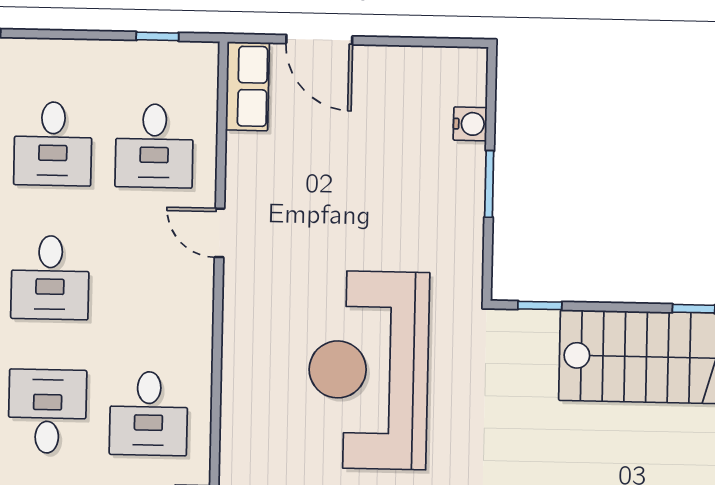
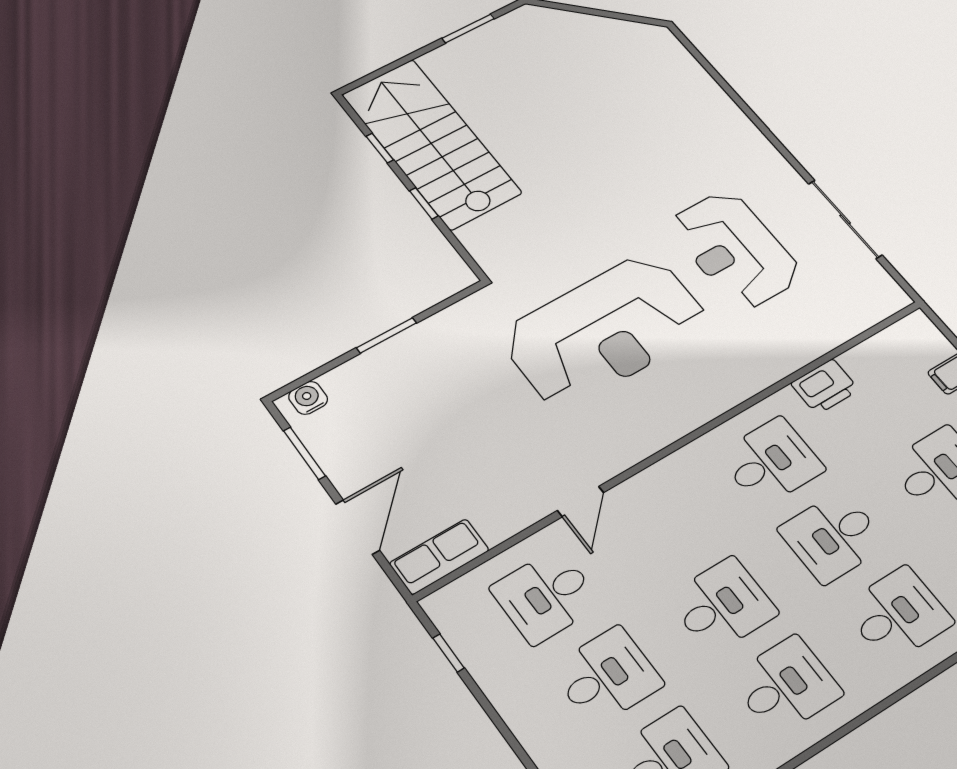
window: (419, 42) -> (304, 453), added
water cooler: (470, 124) -> (308, 398), moved
desk: (154, 146) -> (546, 596), turned 180
window: (540, 305) -> (424, 203), moved

